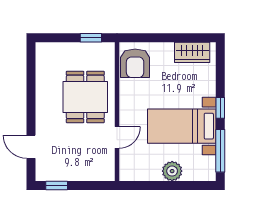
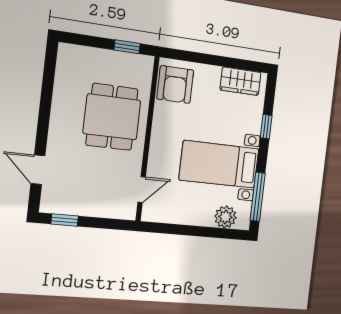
window: (220, 108) -> (266, 127), moved
door: (117, 137) -> (142, 190), moved
plant: (172, 171) -> (225, 217), moved

